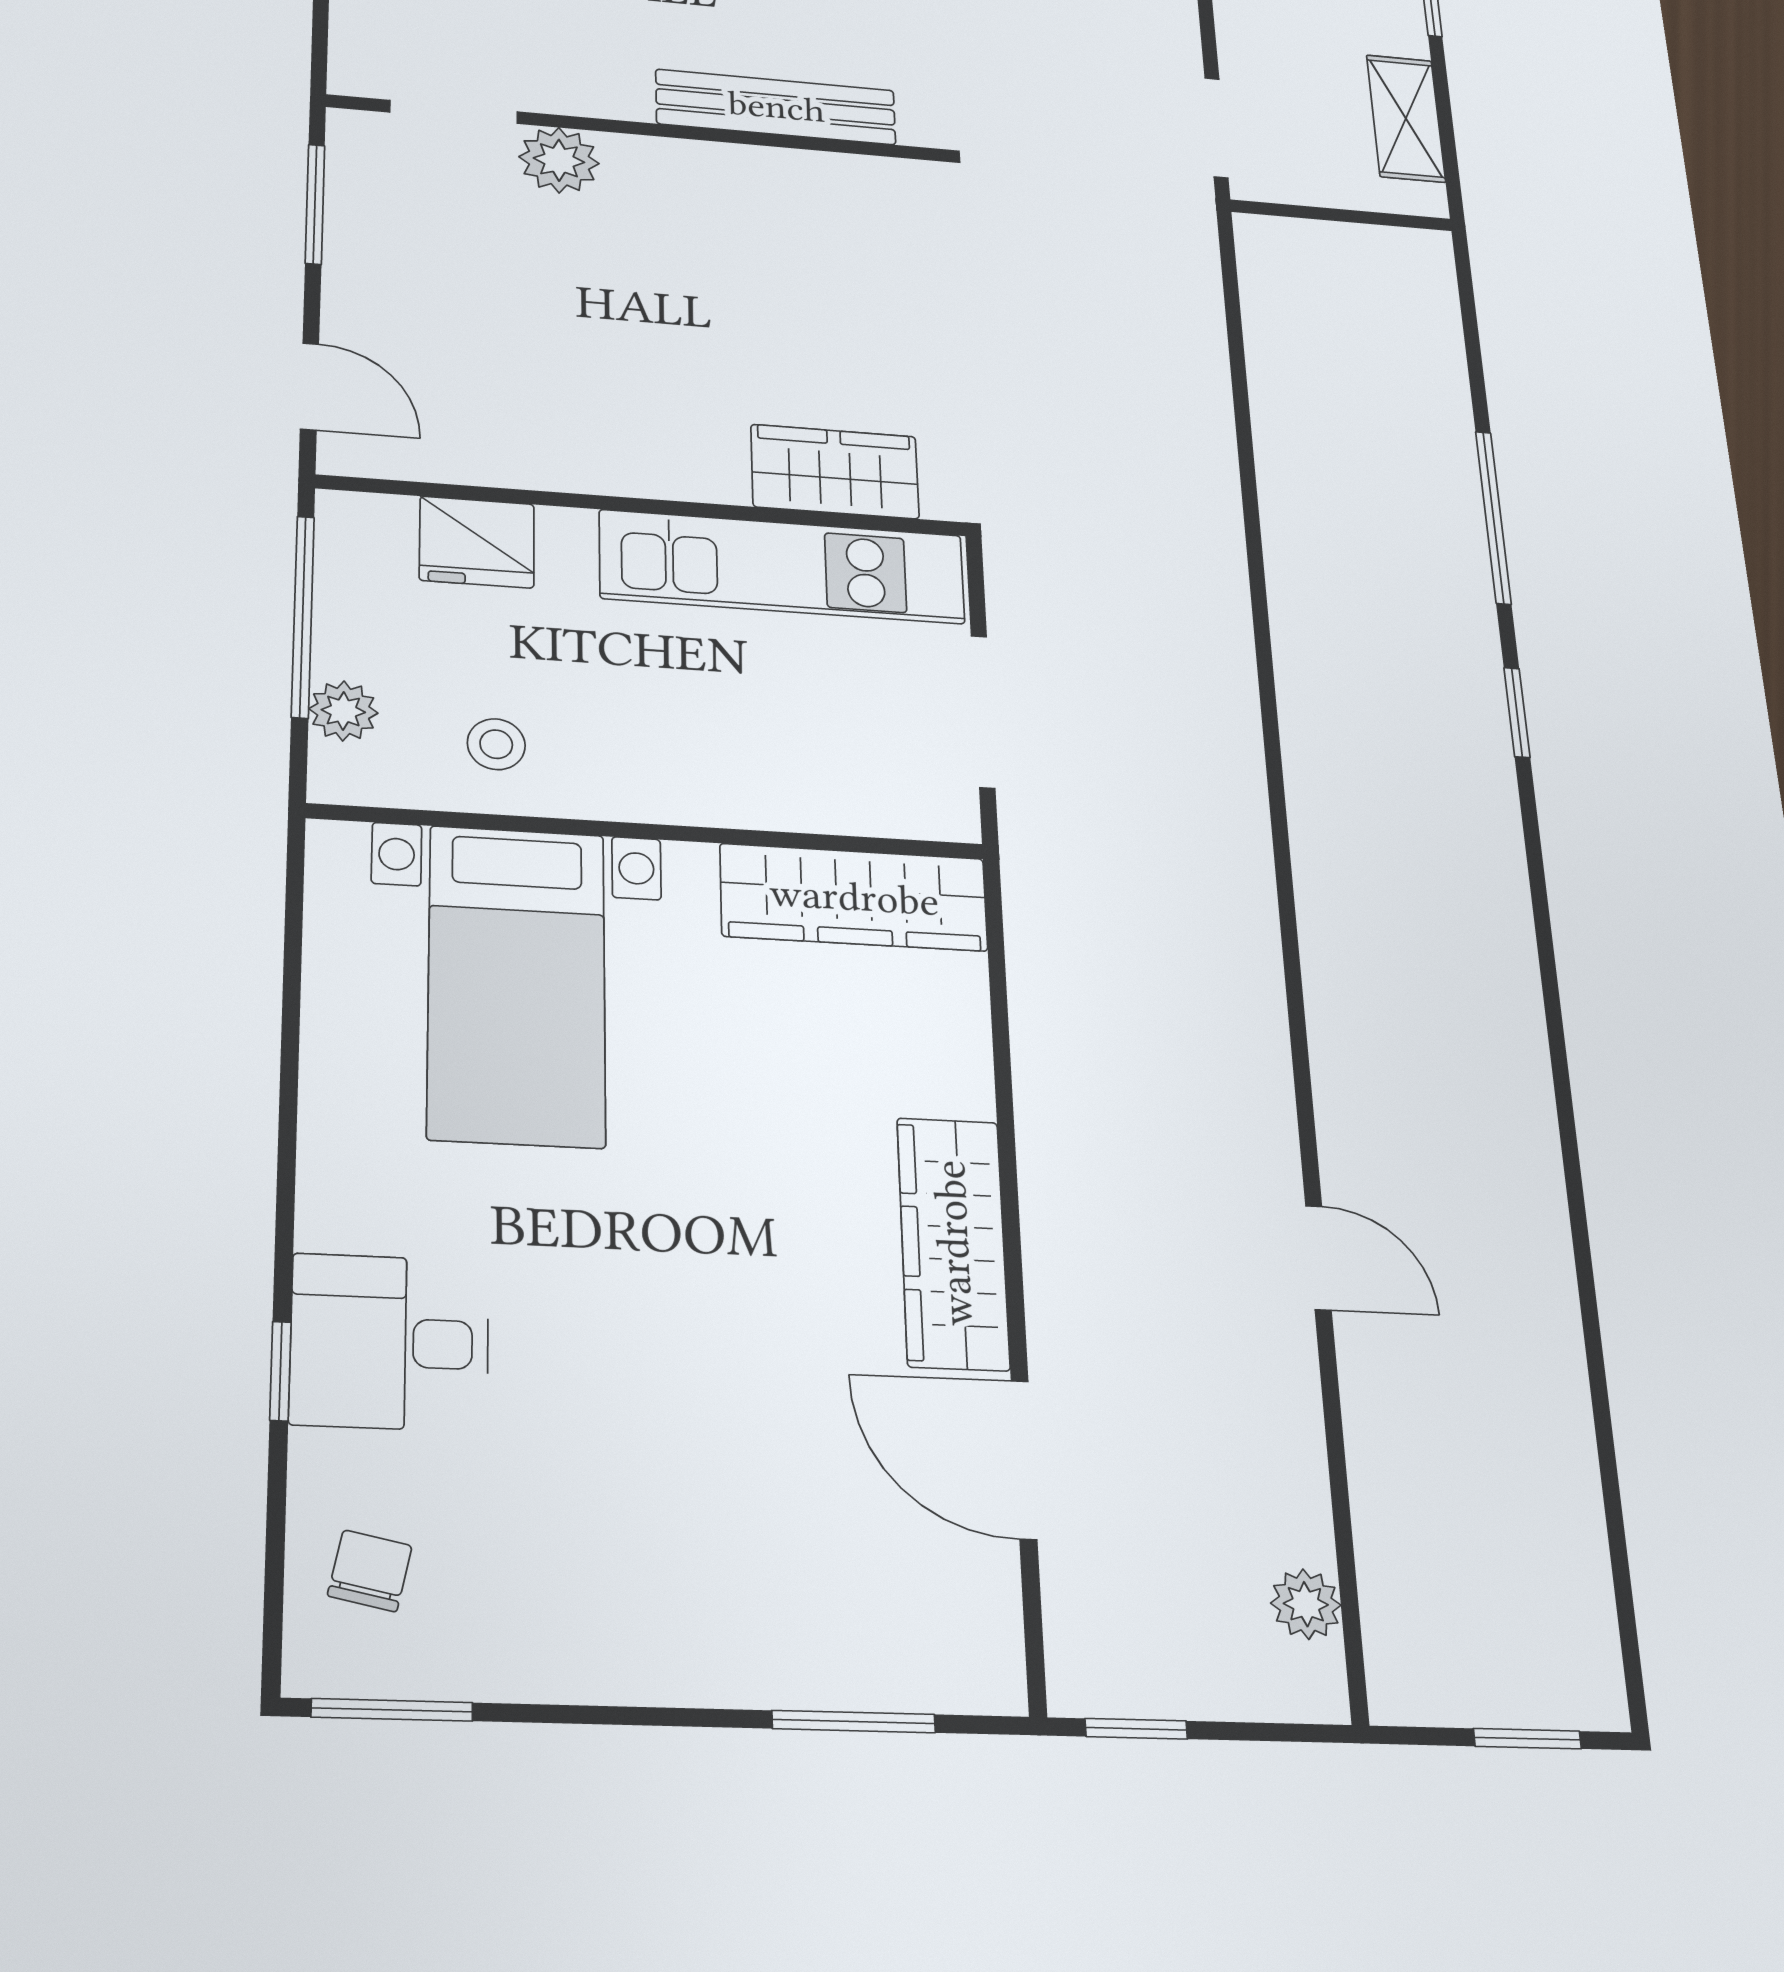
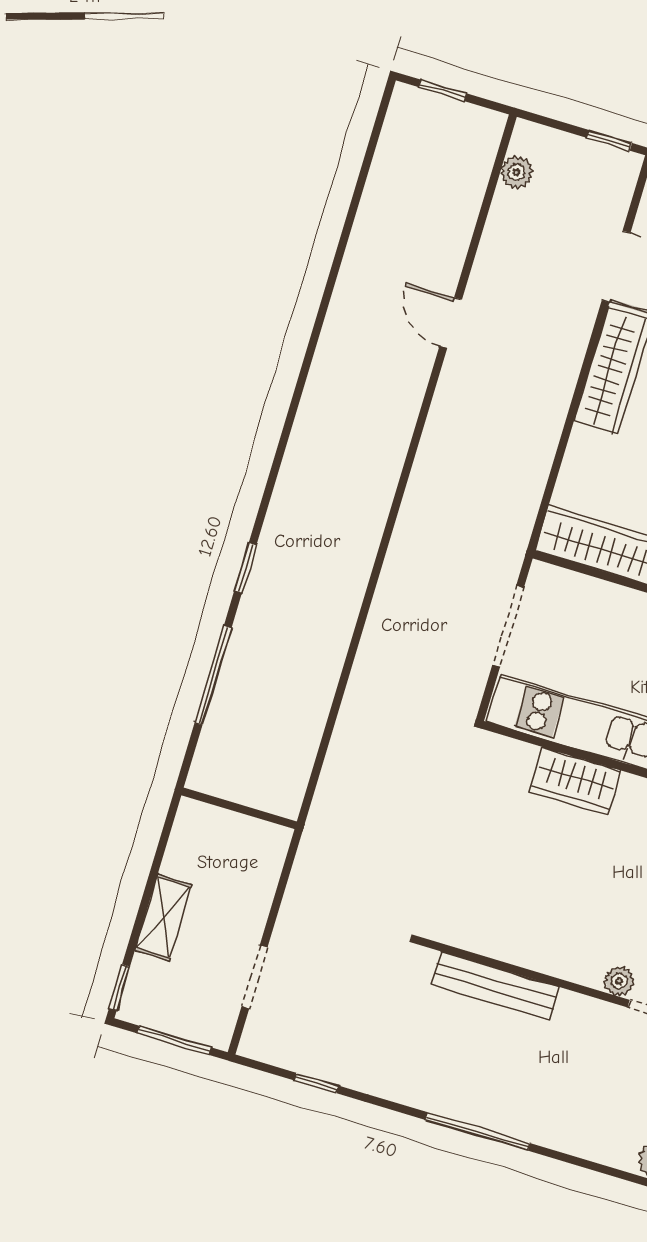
doorway: (1216, 128) -> (255, 977), moved
plant: (559, 160) -> (619, 981), width x0.73, depth x0.73
wall: (1341, 215) -> (239, 808), moved
wardrobe: (835, 472) -> (575, 782), moved

